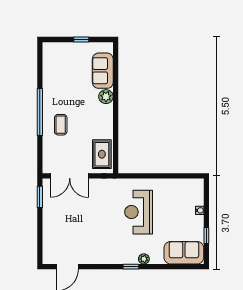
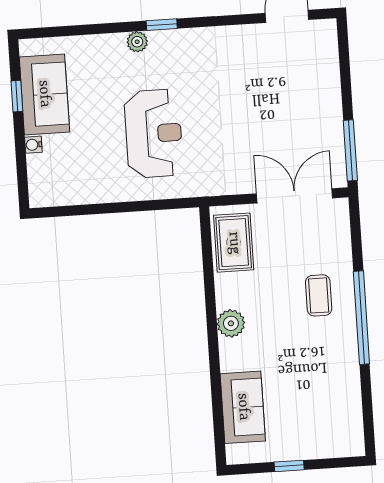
plant: (106, 97) -> (231, 323), moved
window: (40, 197) -> (350, 150), width x1.44
sofa: (184, 253) -> (44, 94), moved, turned -90

